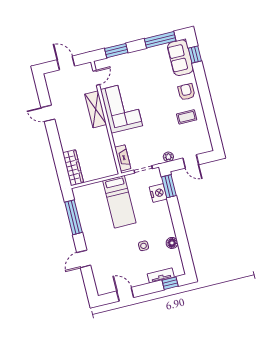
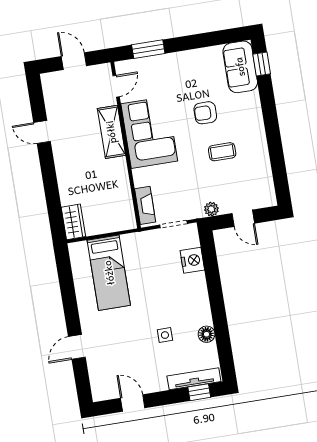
window: (160, 40) -> (213, 39), removed
armchair: (186, 92) -> (205, 113), moved, turned -90
coffee table: (187, 117) -> (222, 152), moved
wardrobe: (73, 168) -> (73, 222), width x0.67
window: (169, 186) -> (209, 252), removed
bed: (119, 202) -> (109, 273), moved
window: (73, 217) -> (67, 286), removed
tv unit: (161, 275) -> (194, 379), width x1.41

